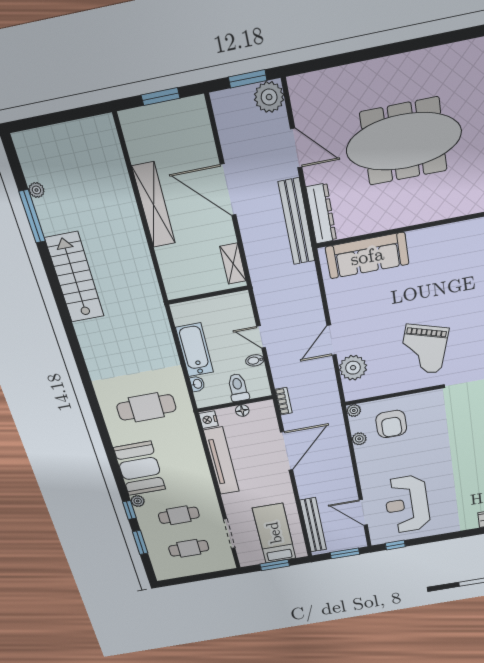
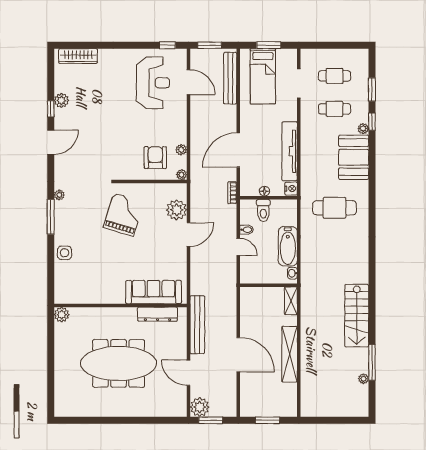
dresser: (321, 214) -> (157, 314), moved, turned -90
shelving: (233, 264) -> (291, 301), moved
washbasin: (197, 384) -> (292, 273), moved

